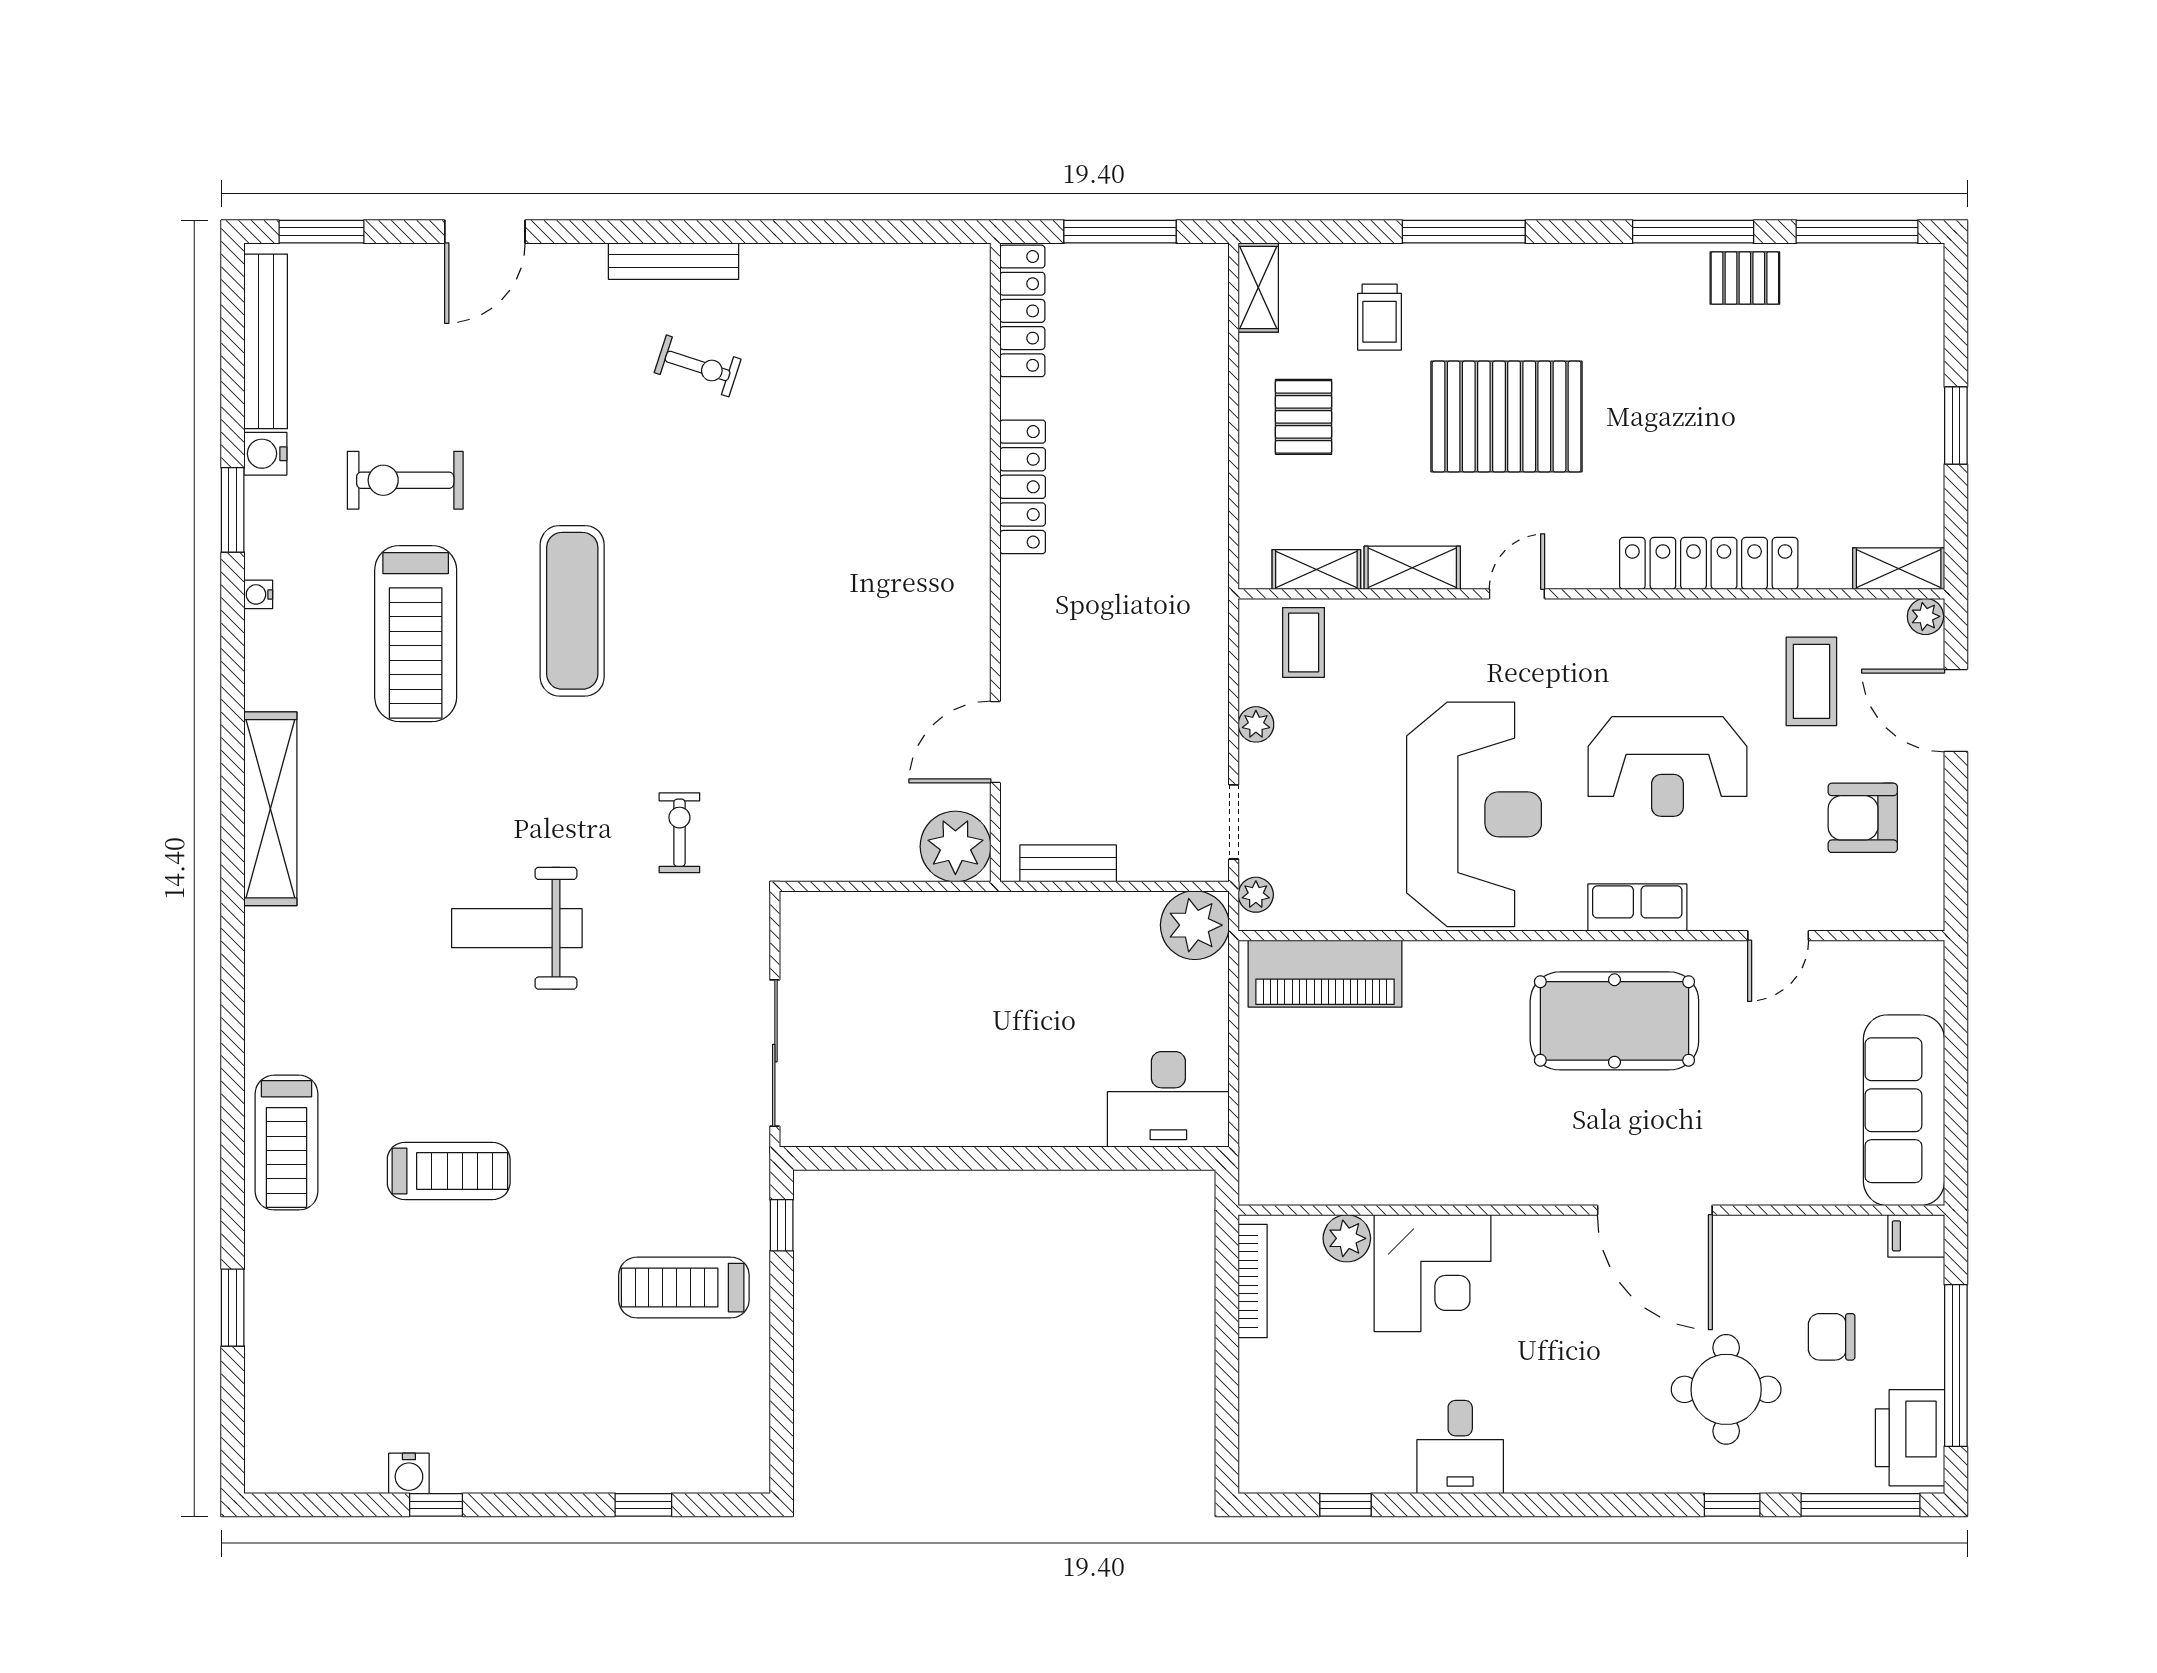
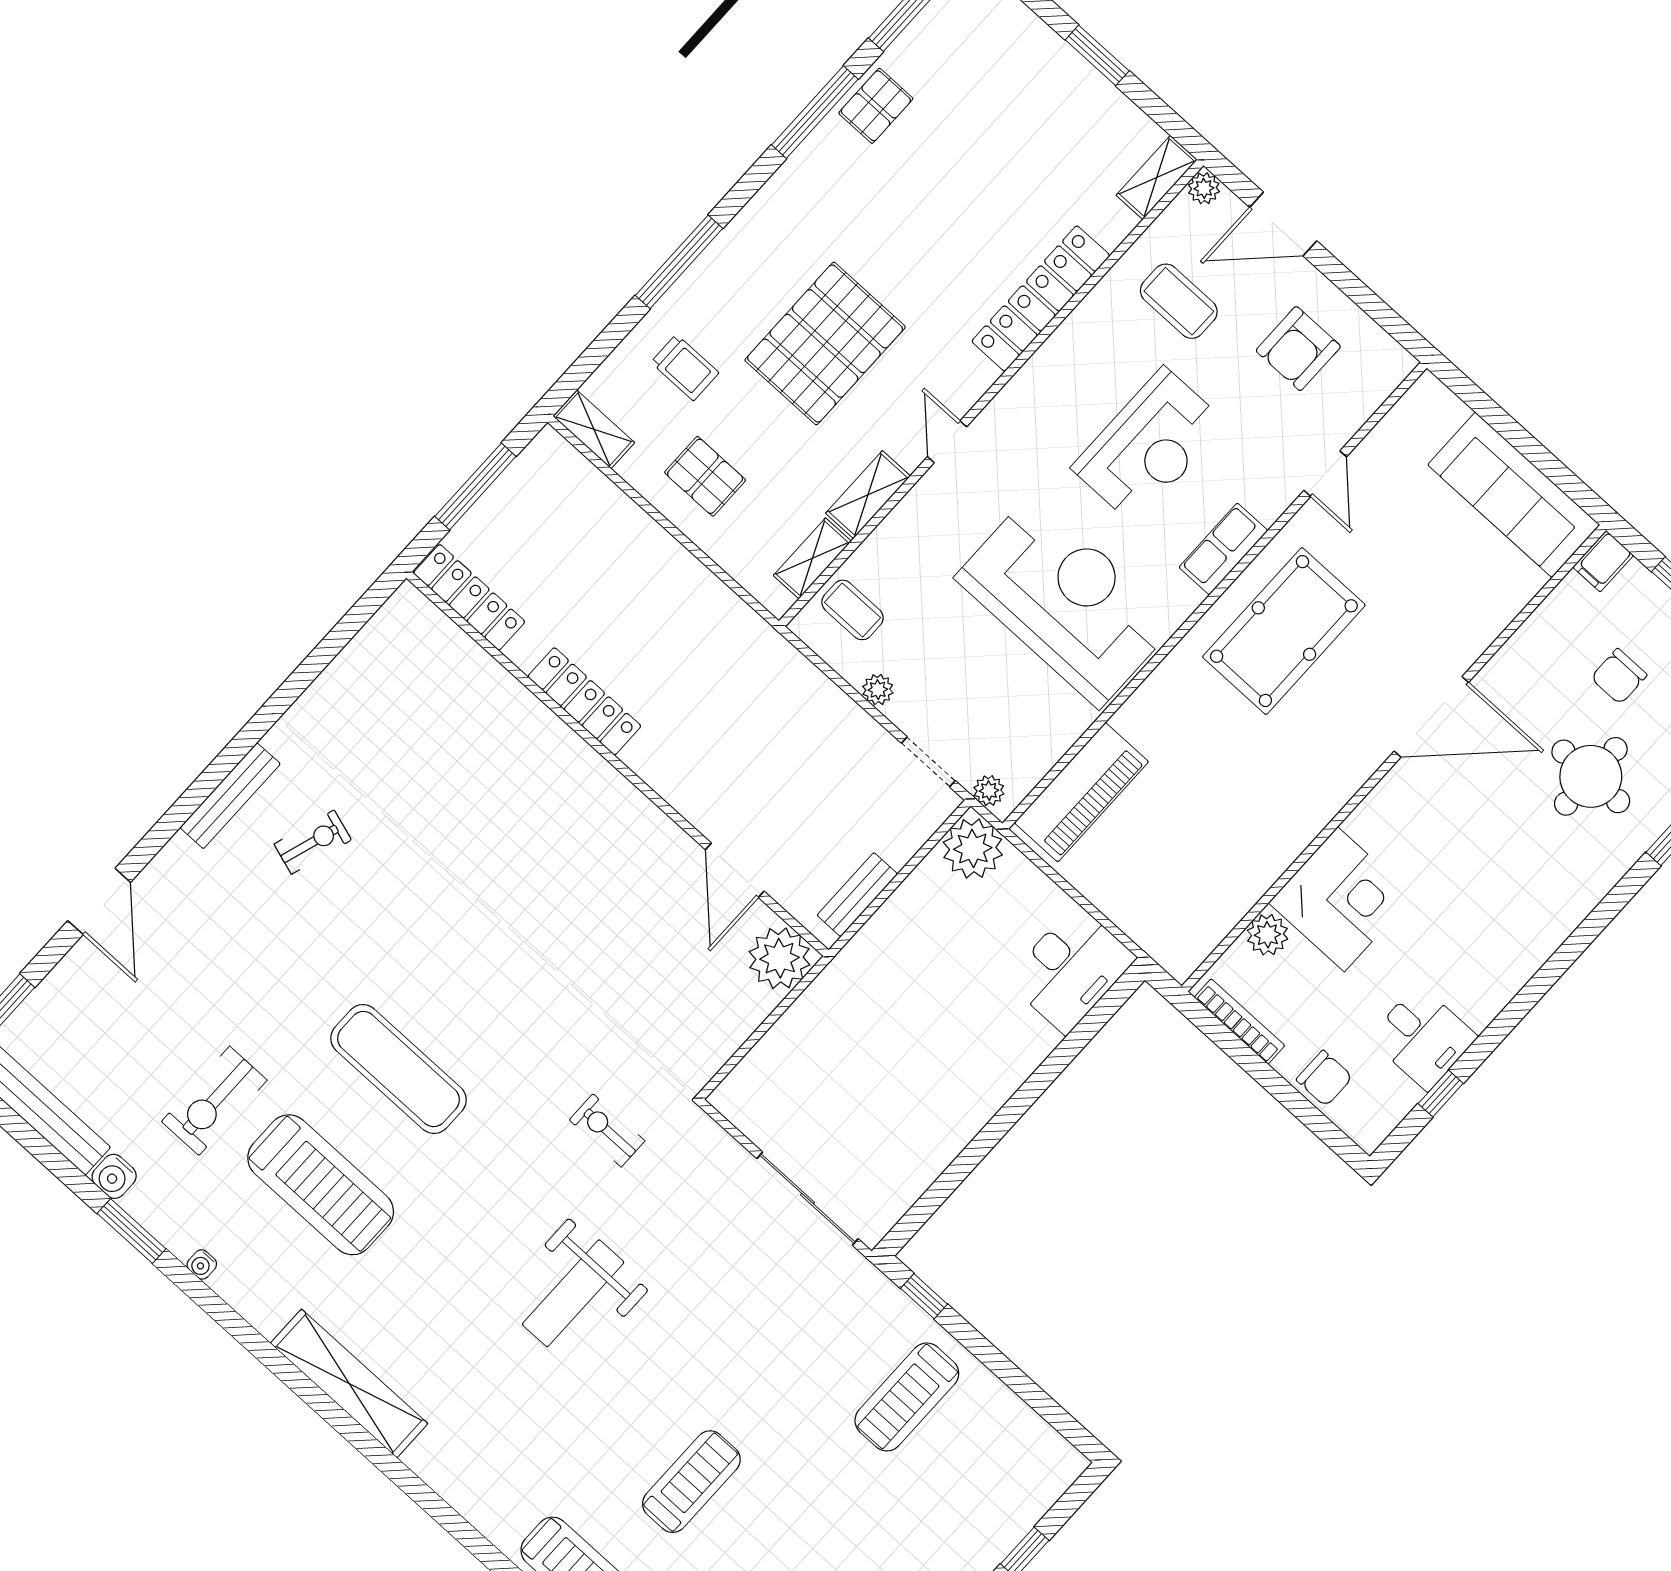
chair: (1270, 1396) -> (1324, 1078), added
desk: (1460, 1447) -> (1423, 1037), moved

